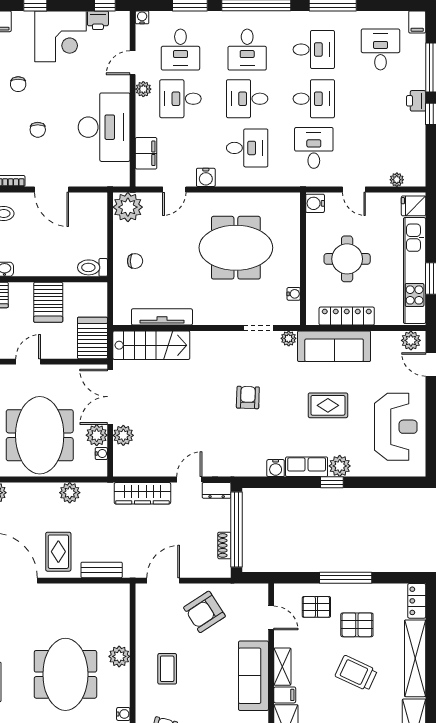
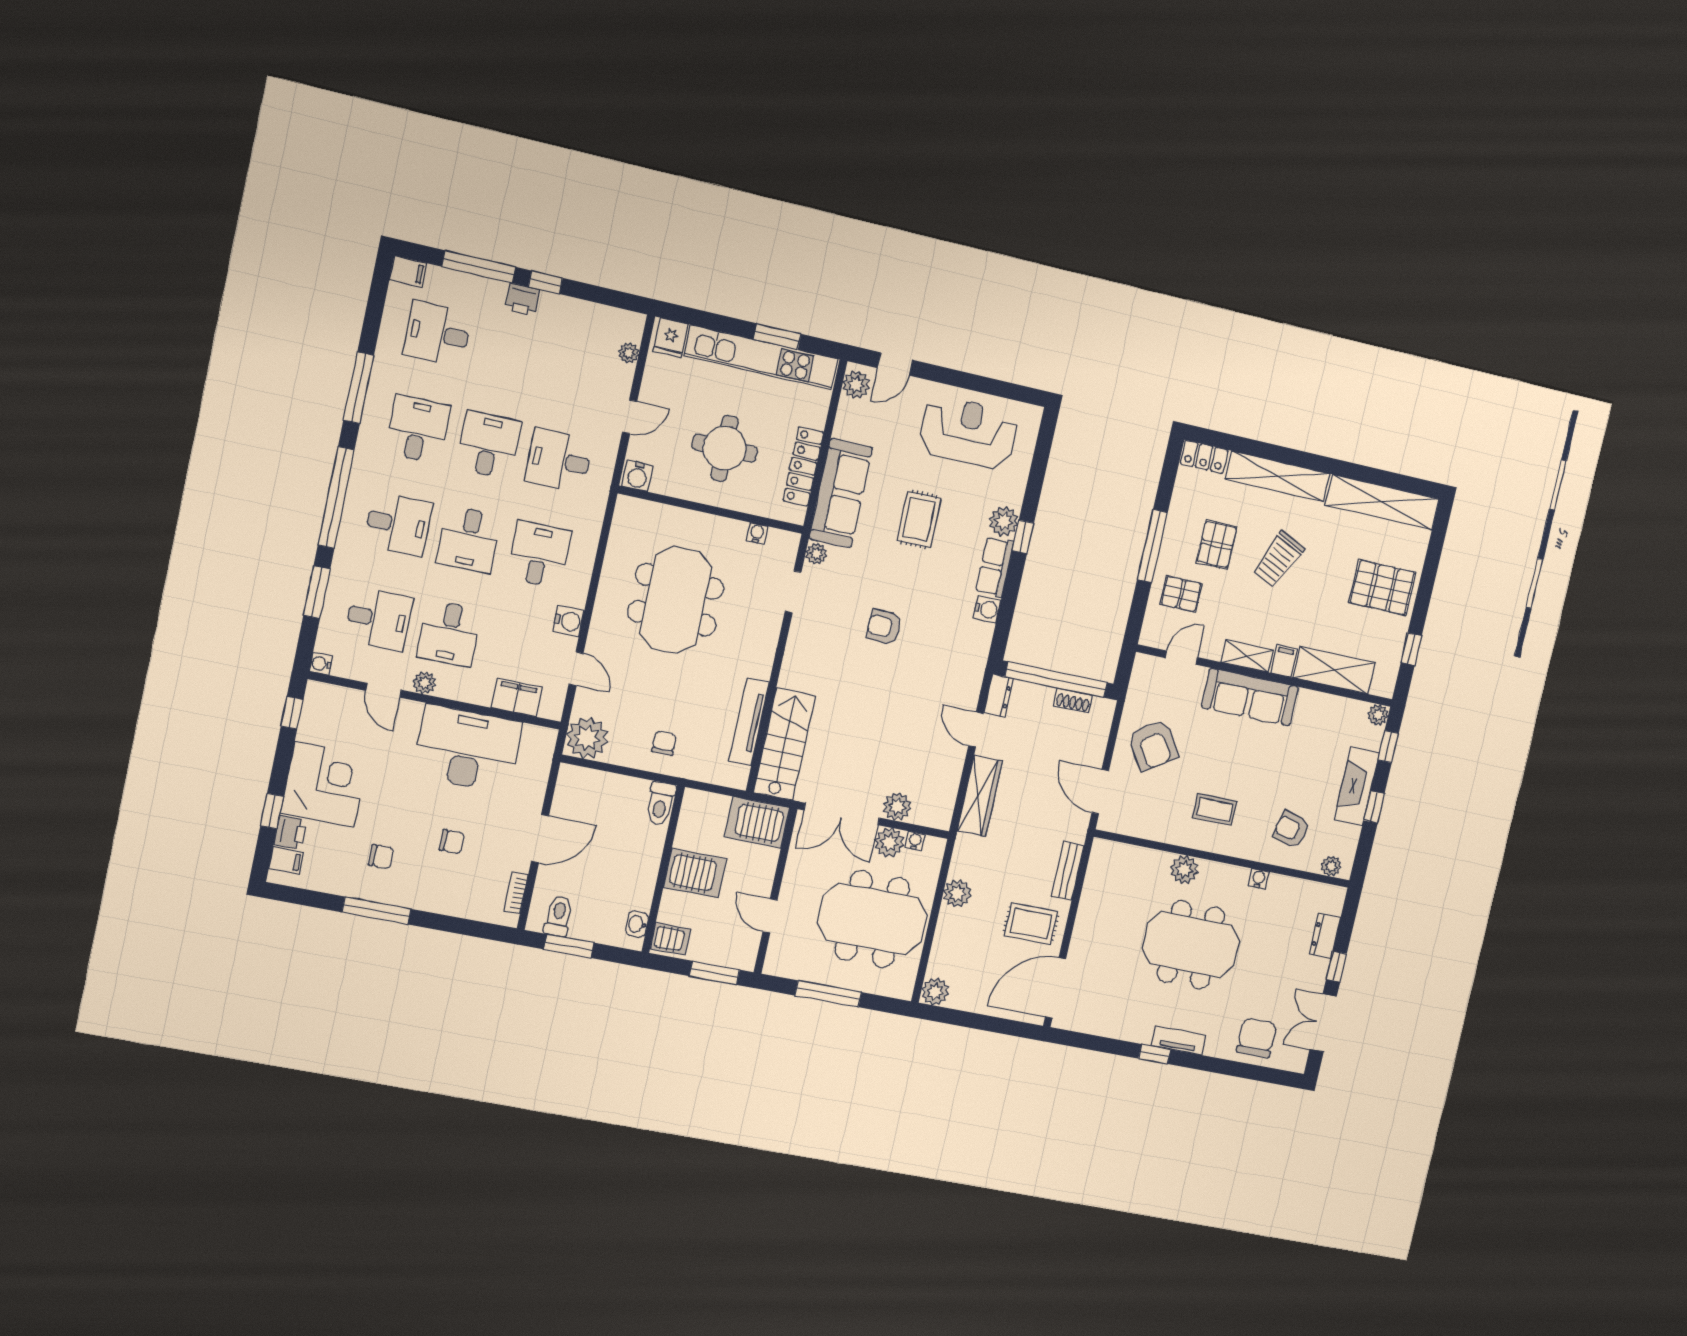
printer: (98, 20) -> (290, 832), moved
pallet: (316, 607) -> (1181, 594), turned 90

